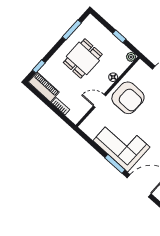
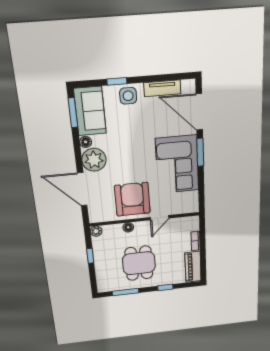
dining table: (83, 58) -> (139, 263), turned 90
window: (39, 66) -> (165, 287), moved
door: (99, 101) -> (160, 218), hinge flipped

